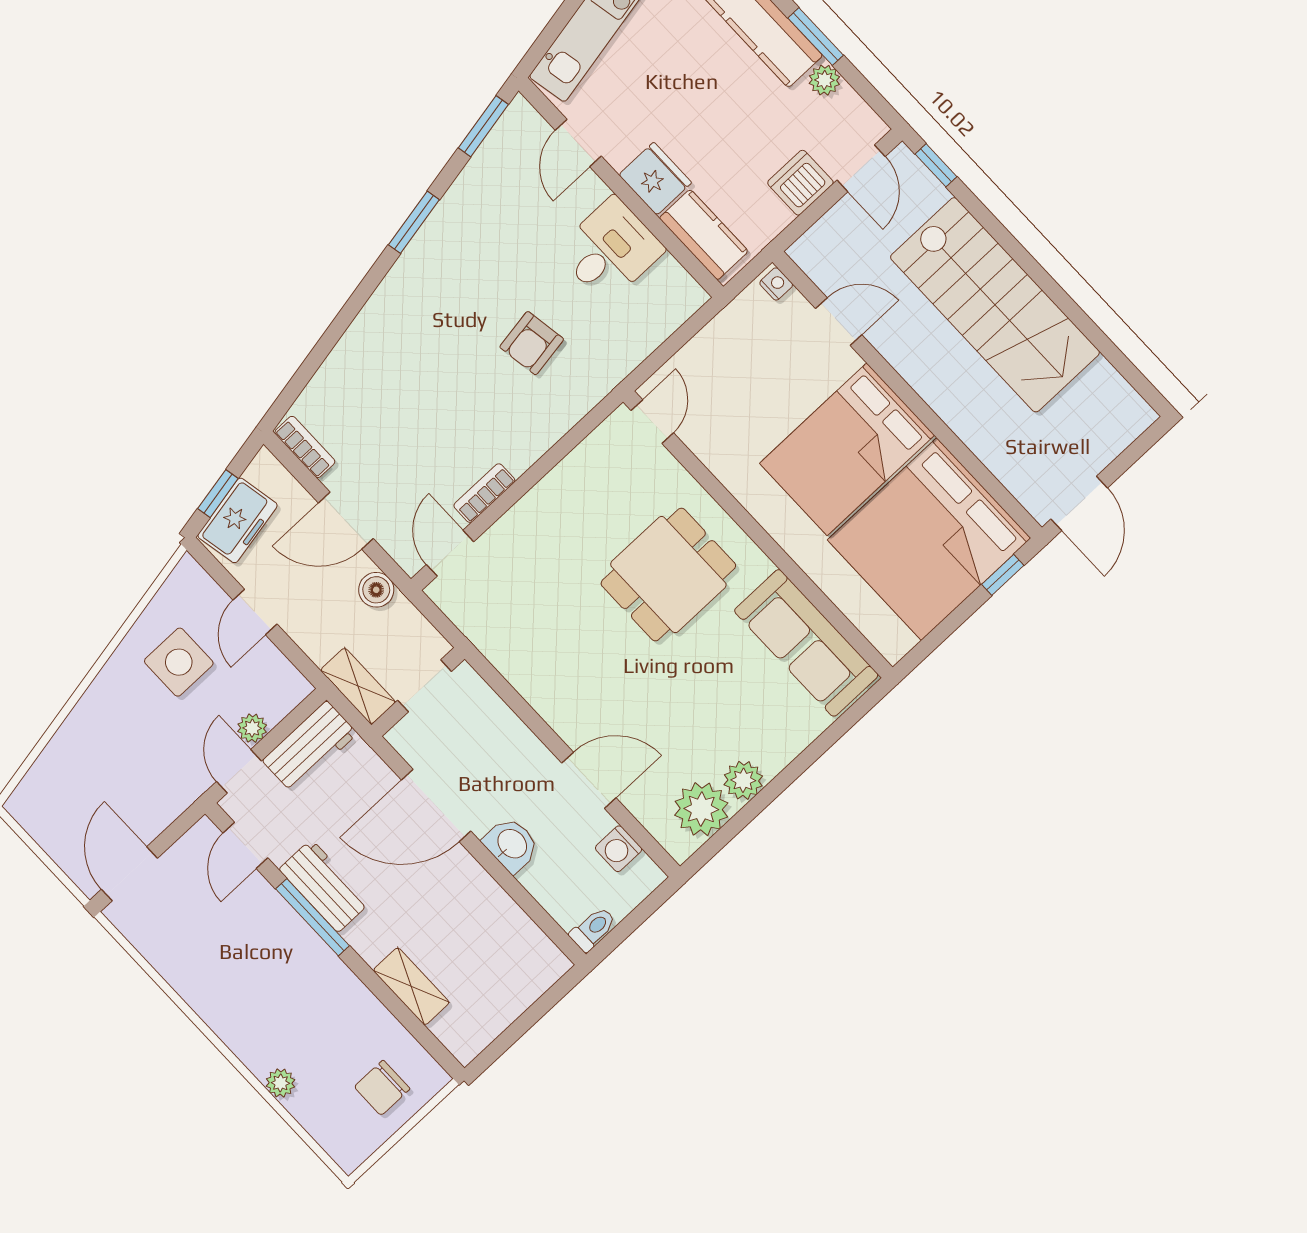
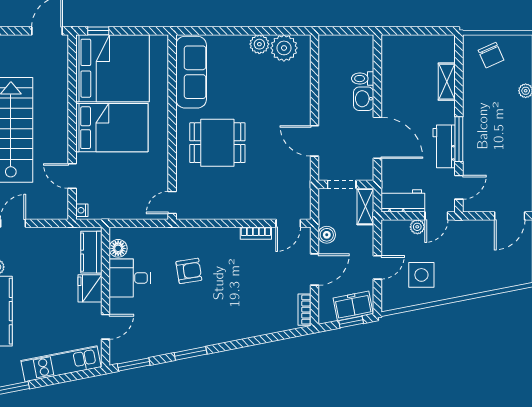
dishwasher: (800, 183) -> (39, 238), removed
floor lamp: (669, 278) -> (118, 248), added
door: (346, 521) -> (315, 270), hinge flipped
door: (589, 780) -> (315, 141), moved
washing machine: (619, 849) -> (327, 61), removed
toilet: (593, 929) -> (363, 79), moved
chair: (382, 1088) -> (491, 55), turned 66

